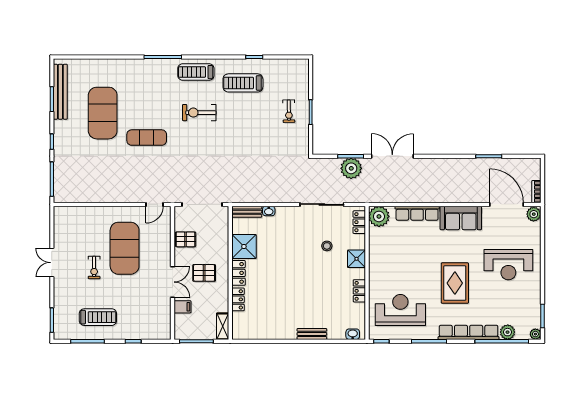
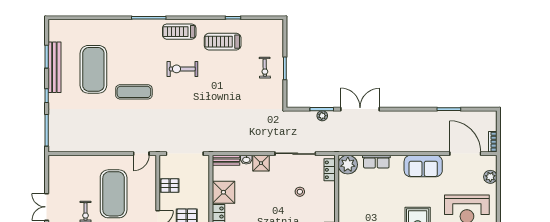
bench: (60, 92) -> (54, 67), moved
plant: (351, 168) -> (322, 116), width x0.53, depth x0.53
row of seats: (417, 213) -> (376, 162), width x0.68
plant: (534, 214) -> (490, 177), moved
shower: (357, 259) -> (261, 163), moved

